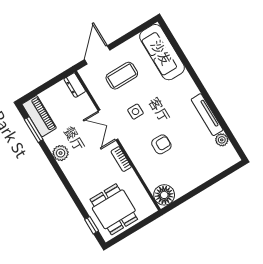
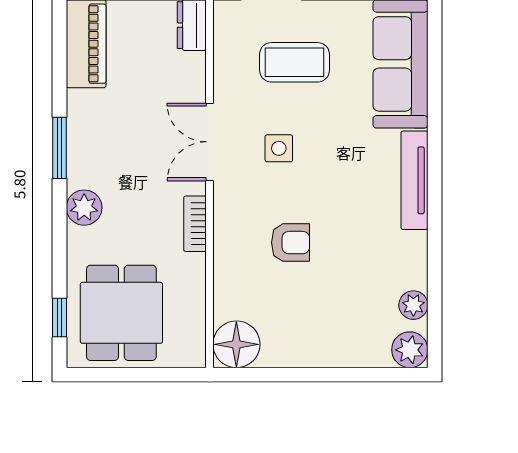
tv unit: (207, 115) -> (414, 180), moved
window: (34, 130) -> (60, 148), moved
plant: (61, 153) -> (84, 208), moved
plant: (231, 158) -> (410, 350), added

